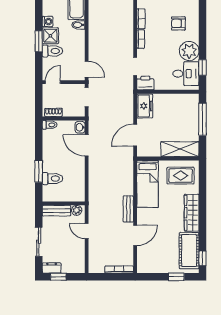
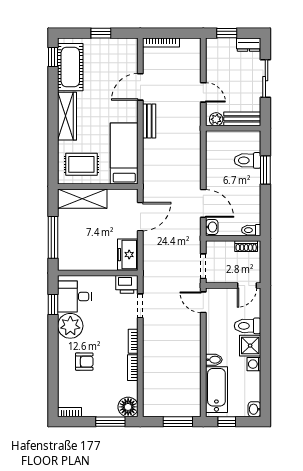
window: (39, 41) -> (265, 338), removed
window: (58, 277) -> (227, 33), moved
window: (176, 277) -> (101, 33), moved

